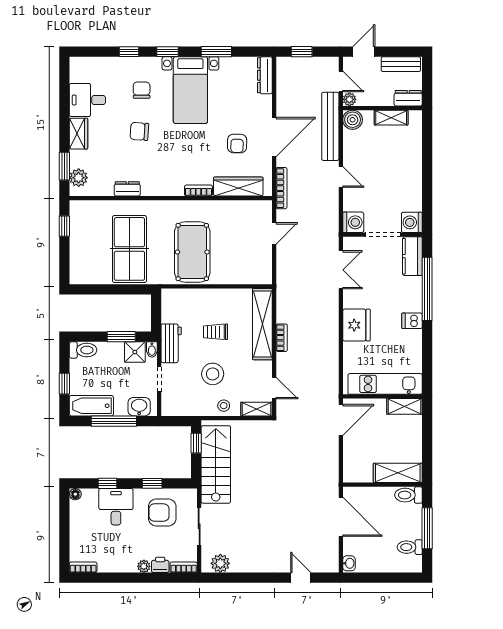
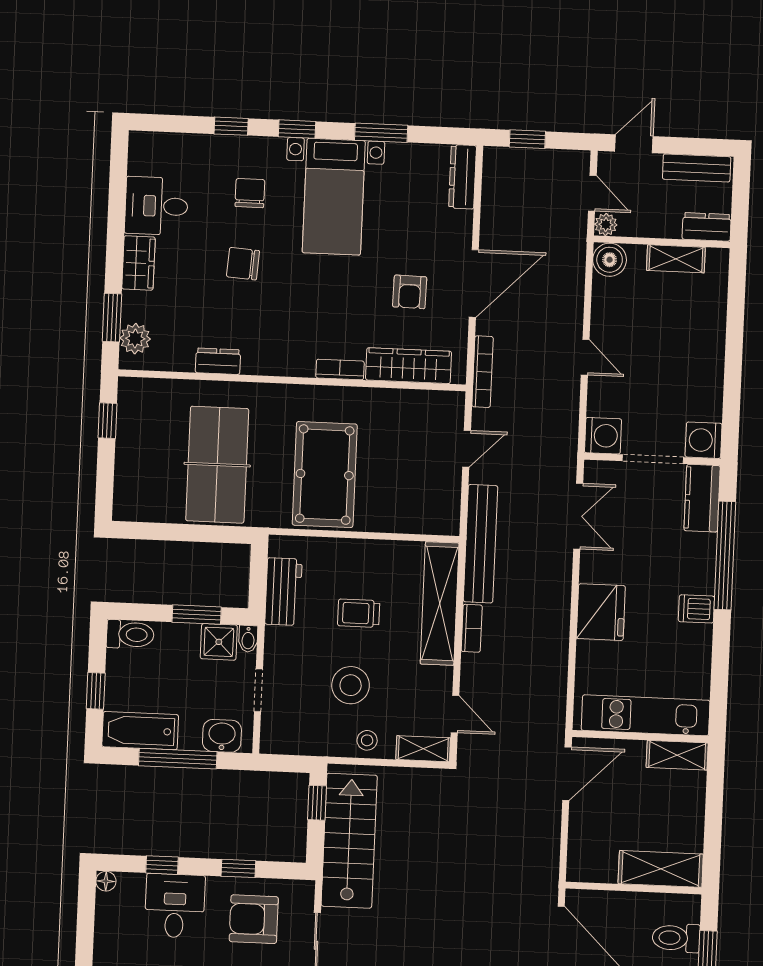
bench: (330, 126) -> (481, 544), moved
workbench: (171, 343) -> (283, 592), moved
toilet: (408, 495) -> (676, 938), moved

